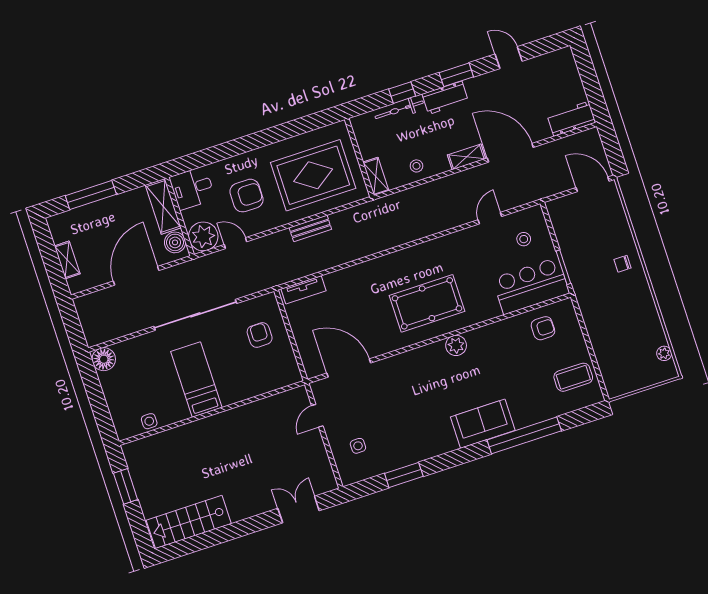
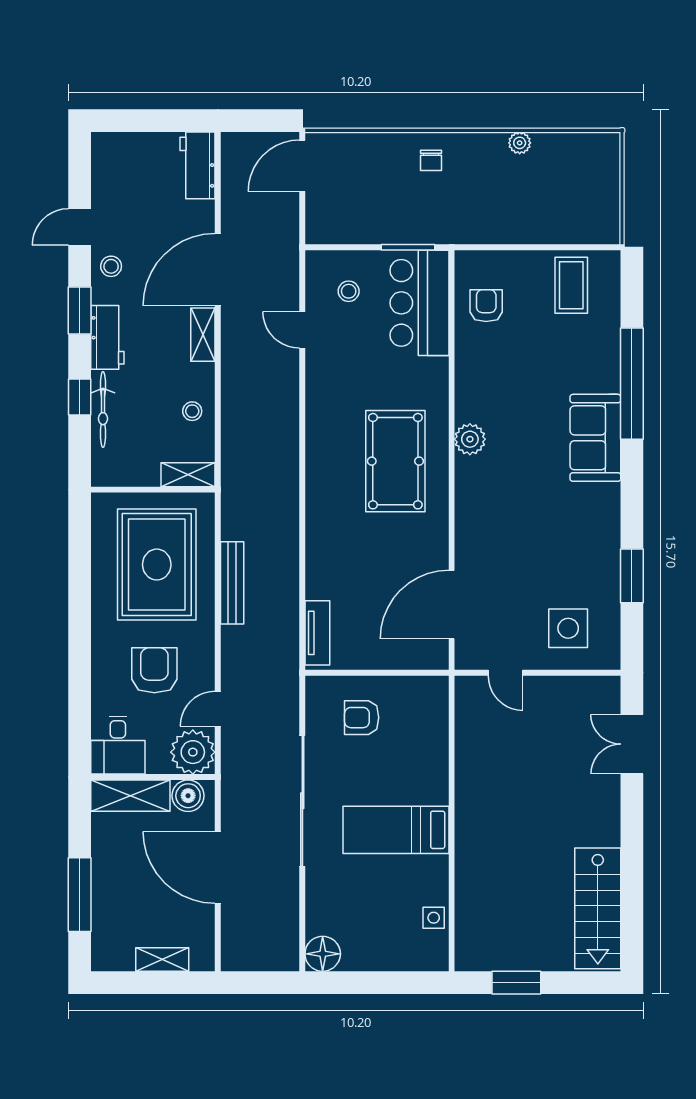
stool: (490, 85) -> (111, 266), added
bench: (310, 228) -> (232, 583), width x1.36
plant: (664, 353) -> (520, 143), moved
side table: (358, 446) -> (568, 628), width x1.87, depth x1.87

